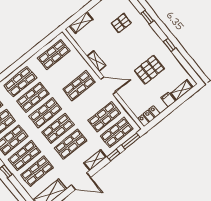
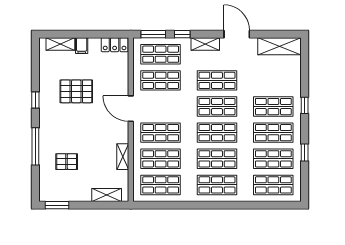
window: (147, 17) -> (35, 146), width x2.17
shelving: (96, 61) -> (123, 157), moved
shop shelf: (37, 171) -> (161, 159), moved

